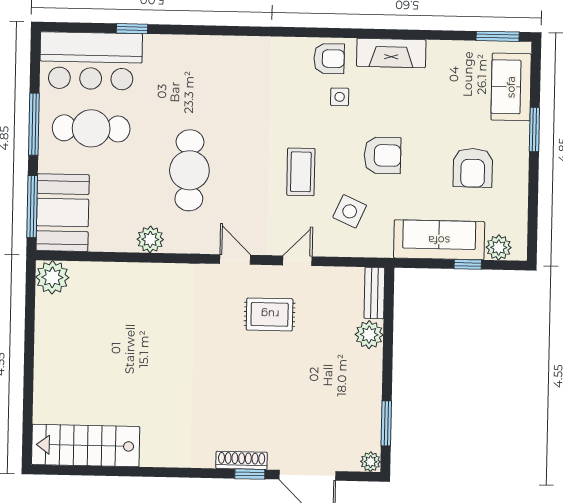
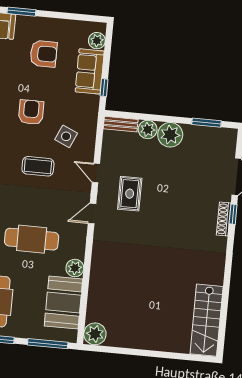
booth: (63, 213) -> (63, 302), moved, turned 90
sofa: (439, 240) -> (90, 71), width x0.73
window: (468, 264) -> (104, 88), moved
plant: (371, 462) -> (170, 135), moved, width x1.87, depth x1.87

